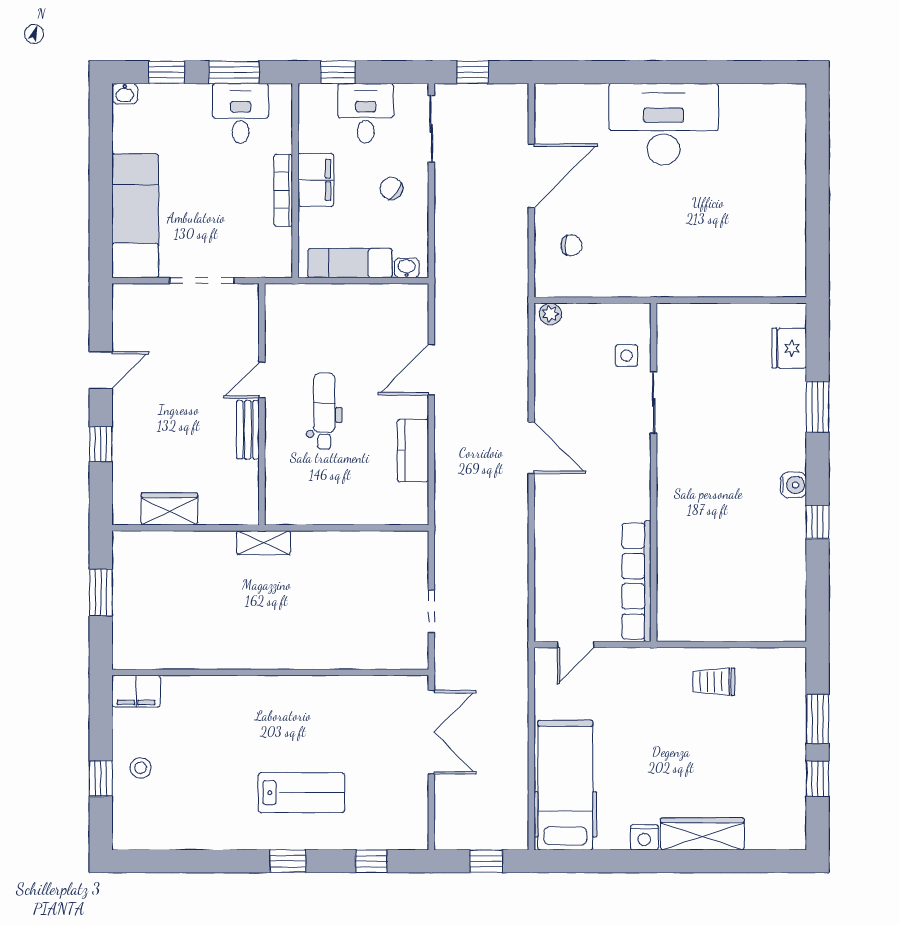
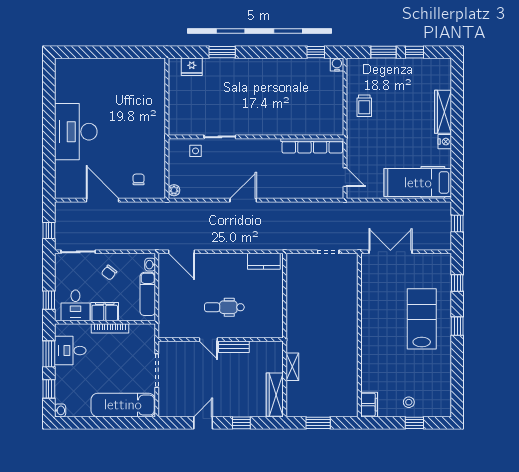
desk: (366, 113) -> (75, 305), moved, turned -90
door: (101, 370) -> (203, 423), hinge flipped
door: (431, 370) -> (181, 252), moved
kitchen counter: (413, 450) -> (264, 261), moved
water cooler: (794, 485) -> (337, 64), moved
wardrobe: (169, 509) -> (275, 395), width x1.50
window: (818, 522) -> (316, 52), moved
shelving: (264, 543) -> (292, 367), moved
lab bench: (302, 793) -> (422, 319), width x1.36, depth x1.39

